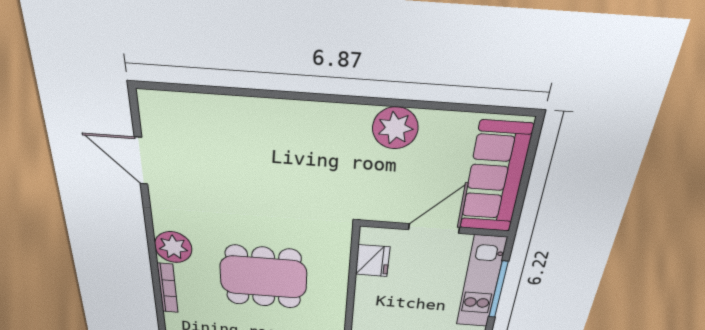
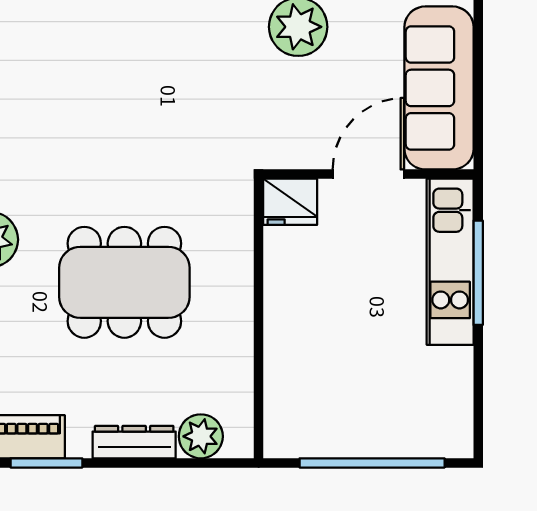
fridge: (373, 261) -> (290, 202), moved, turned 90

